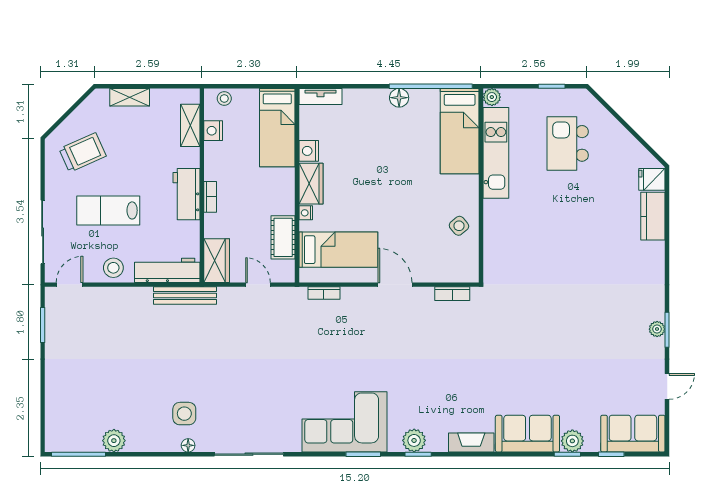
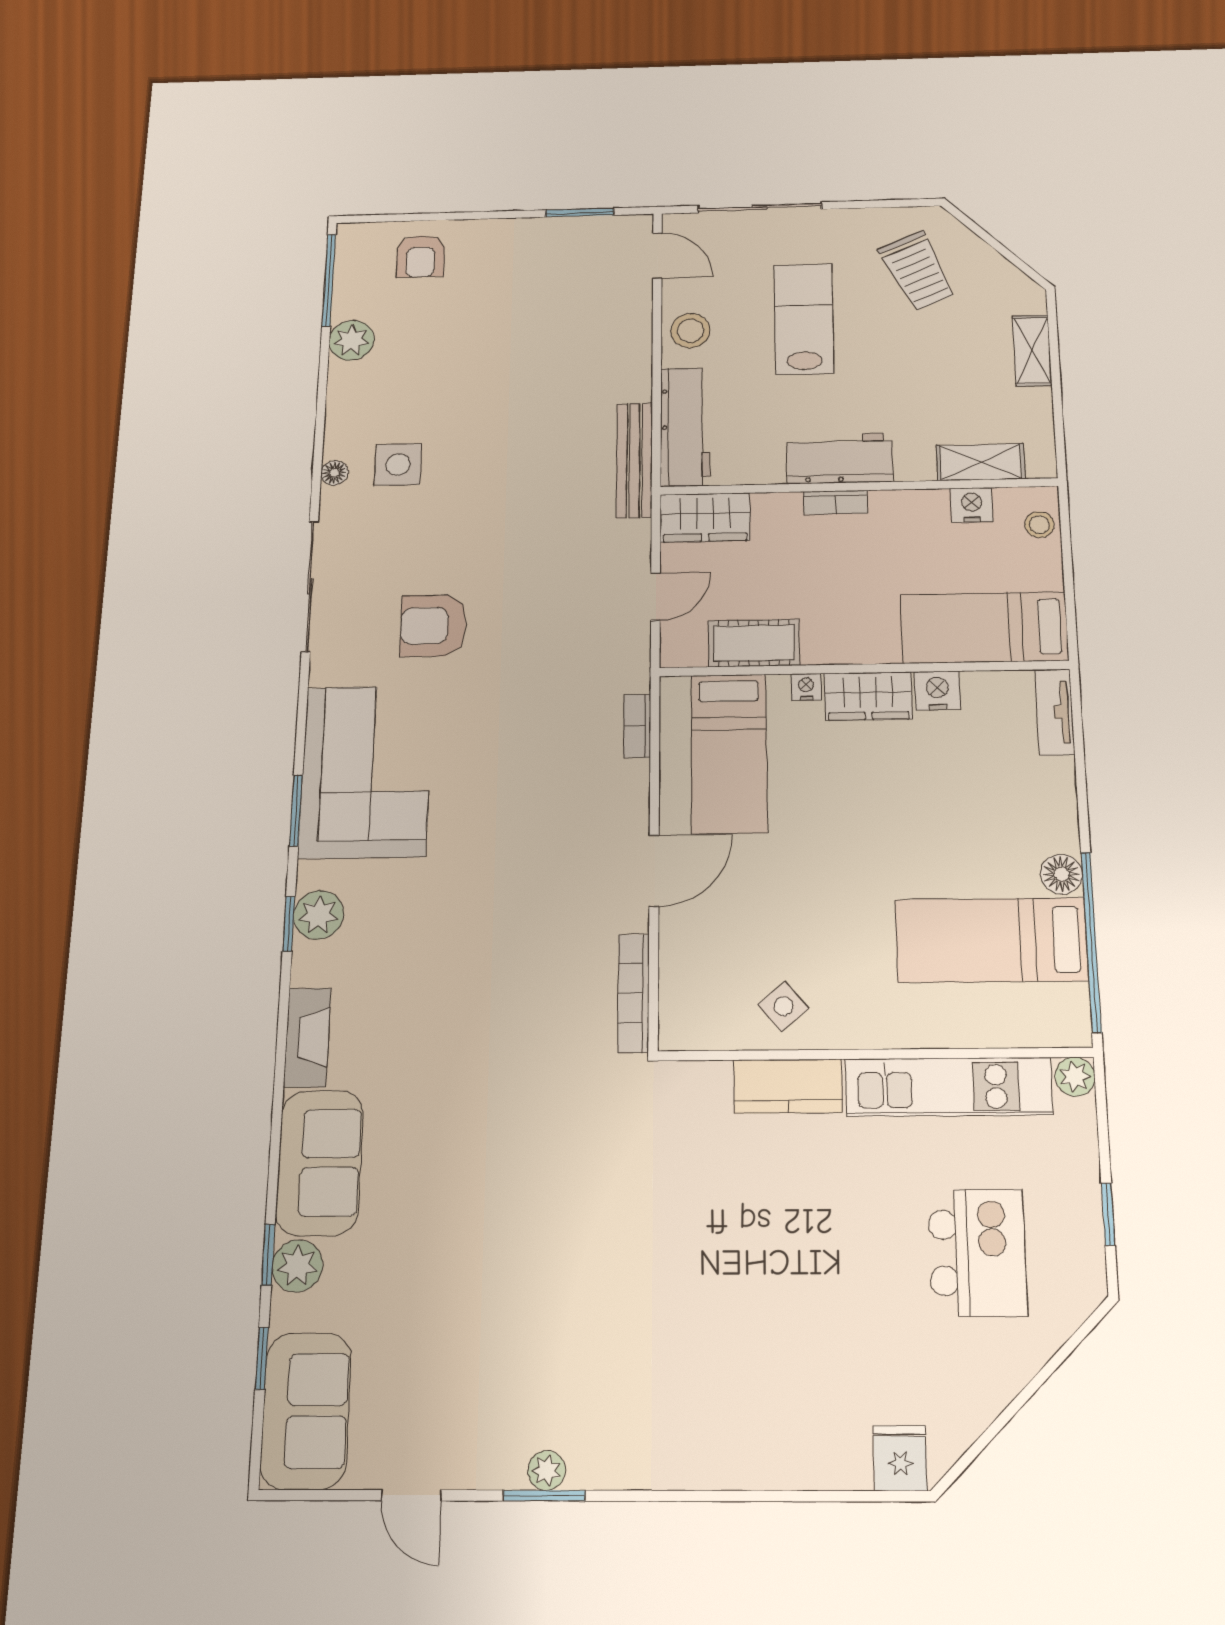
bed: (460, 131) -> (991, 940), moved
kitchen island: (568, 143) -> (977, 1252), turned 90
kitchen counter: (653, 216) -> (788, 1086), moved, turned 180
bookcase: (452, 294) -> (634, 993), width x1.56
armchair: (271, 392) -> (433, 626), added
armchair: (66, 407) -> (421, 256), added

